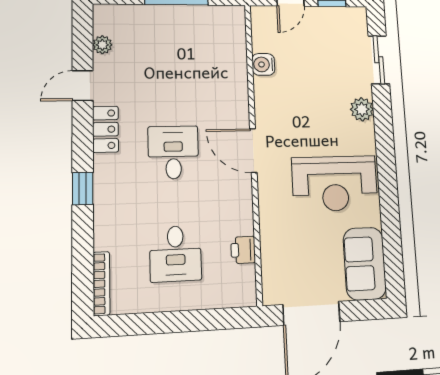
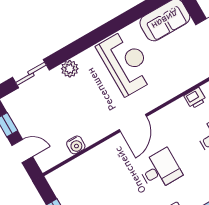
desk: (173, 152) -> (160, 170), turned 180

